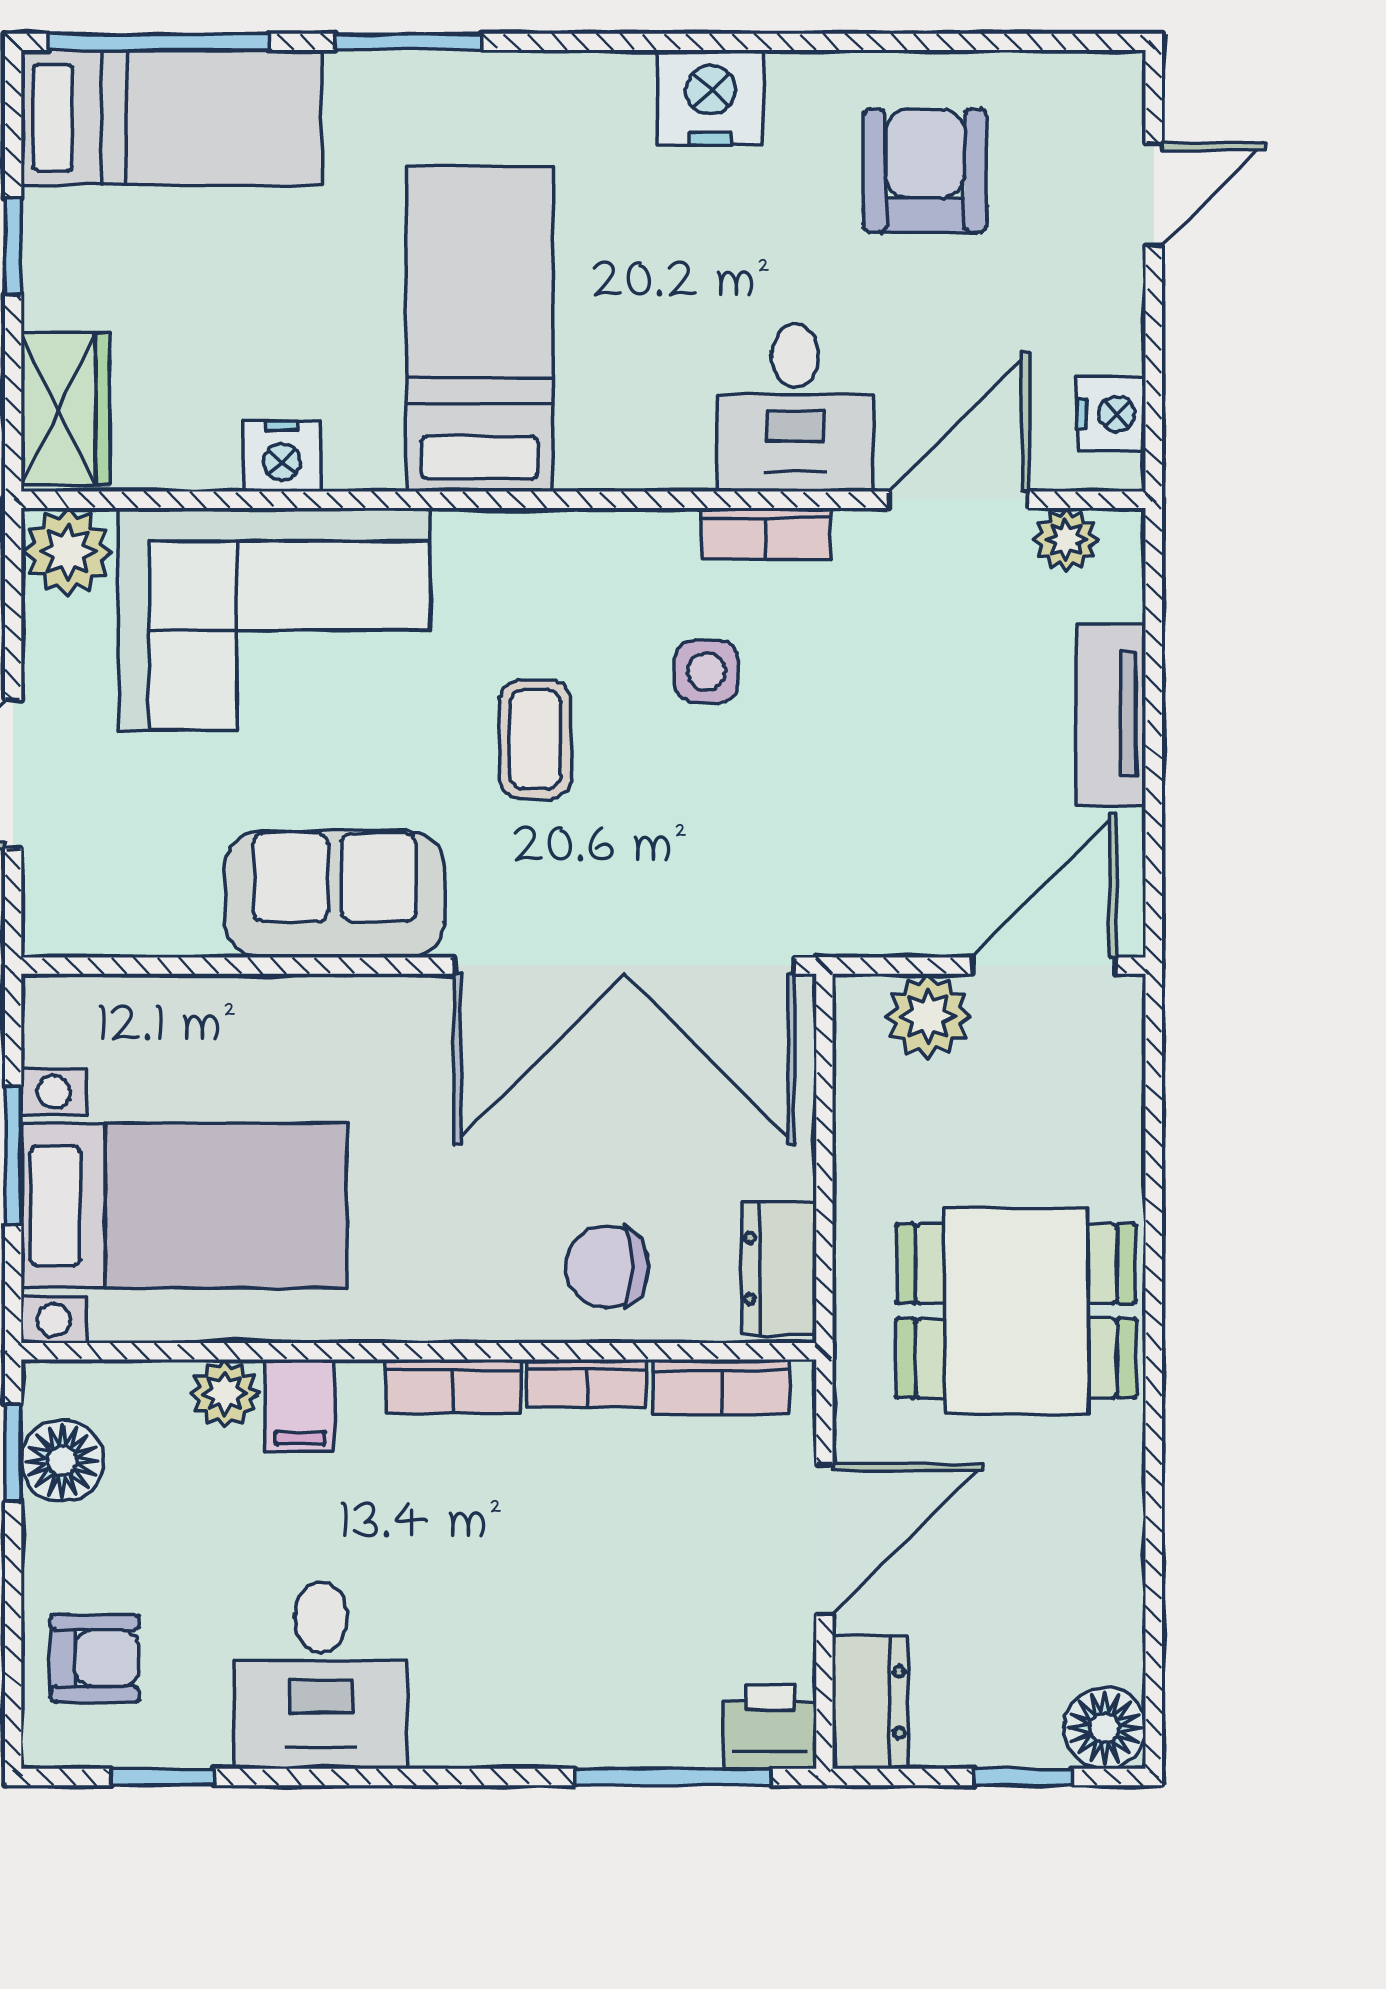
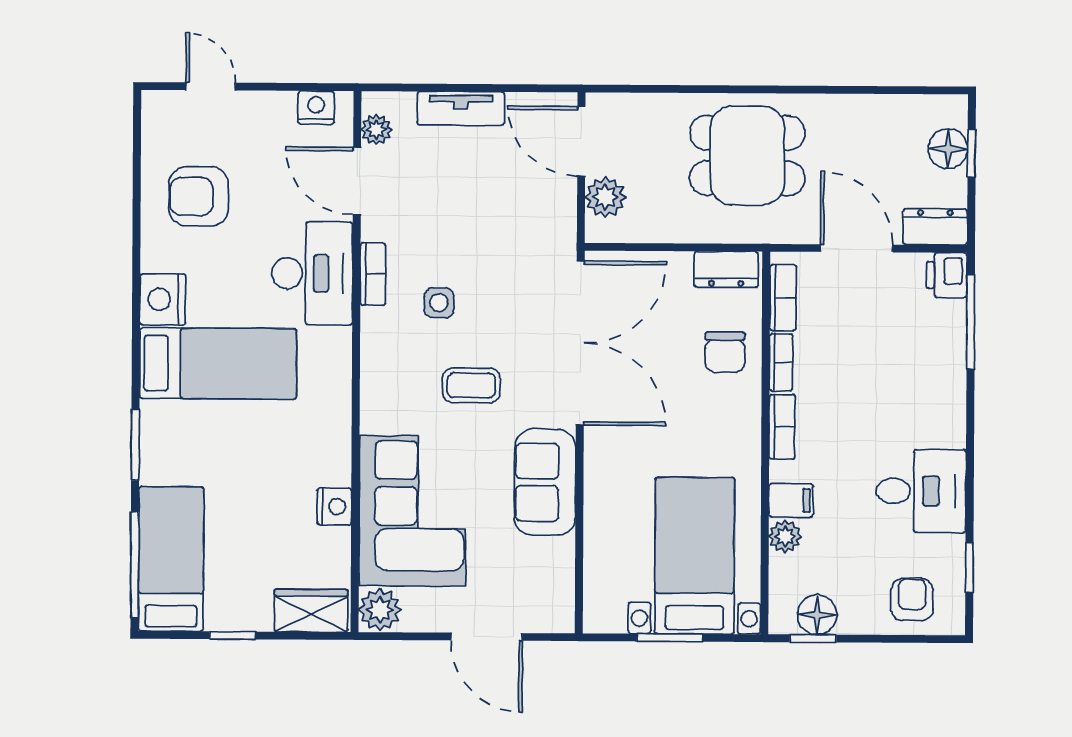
bed: (480, 329) -> (218, 363), moved, turned 180
desk: (795, 408) -> (312, 273), width x1.37
dining table: (1016, 1311) -> (747, 155), turned 90
floor lamp: (1105, 1728) -> (948, 149), moved

